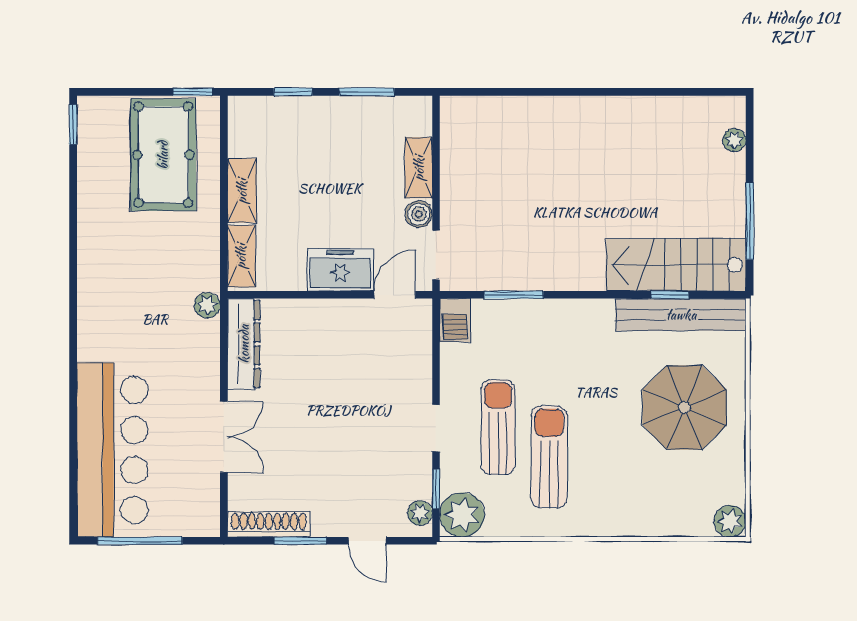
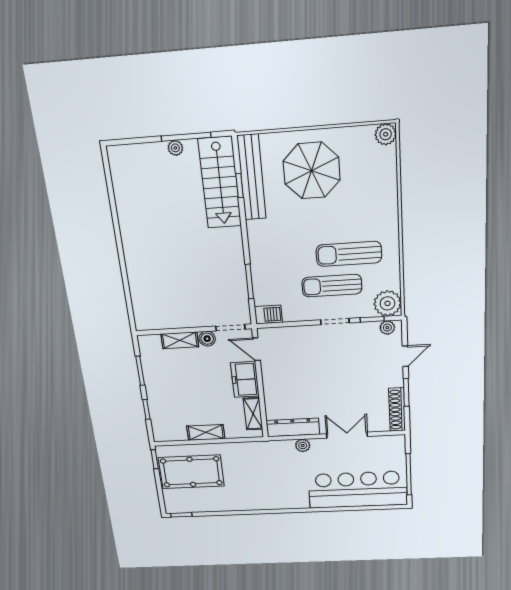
plant: (734, 140) -> (175, 148), moved
shelving: (241, 256) -> (253, 414), moved, turned 90
plant: (207, 305) -> (303, 445), moved

